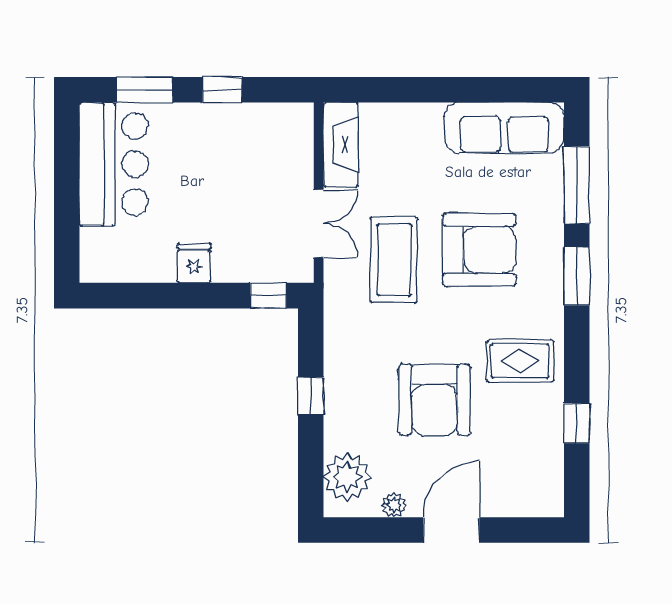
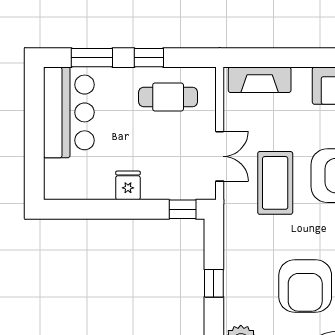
cafe table: (248, 143) -> (168, 97), added
fireplace: (341, 145) -> (260, 80), moved, turned 90

